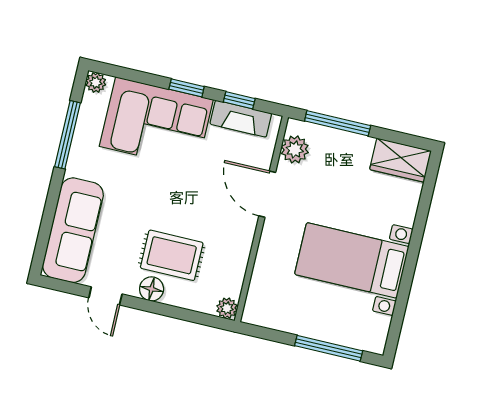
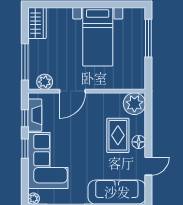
plant: (227, 308) -> (134, 104), width x1.87, depth x1.87

